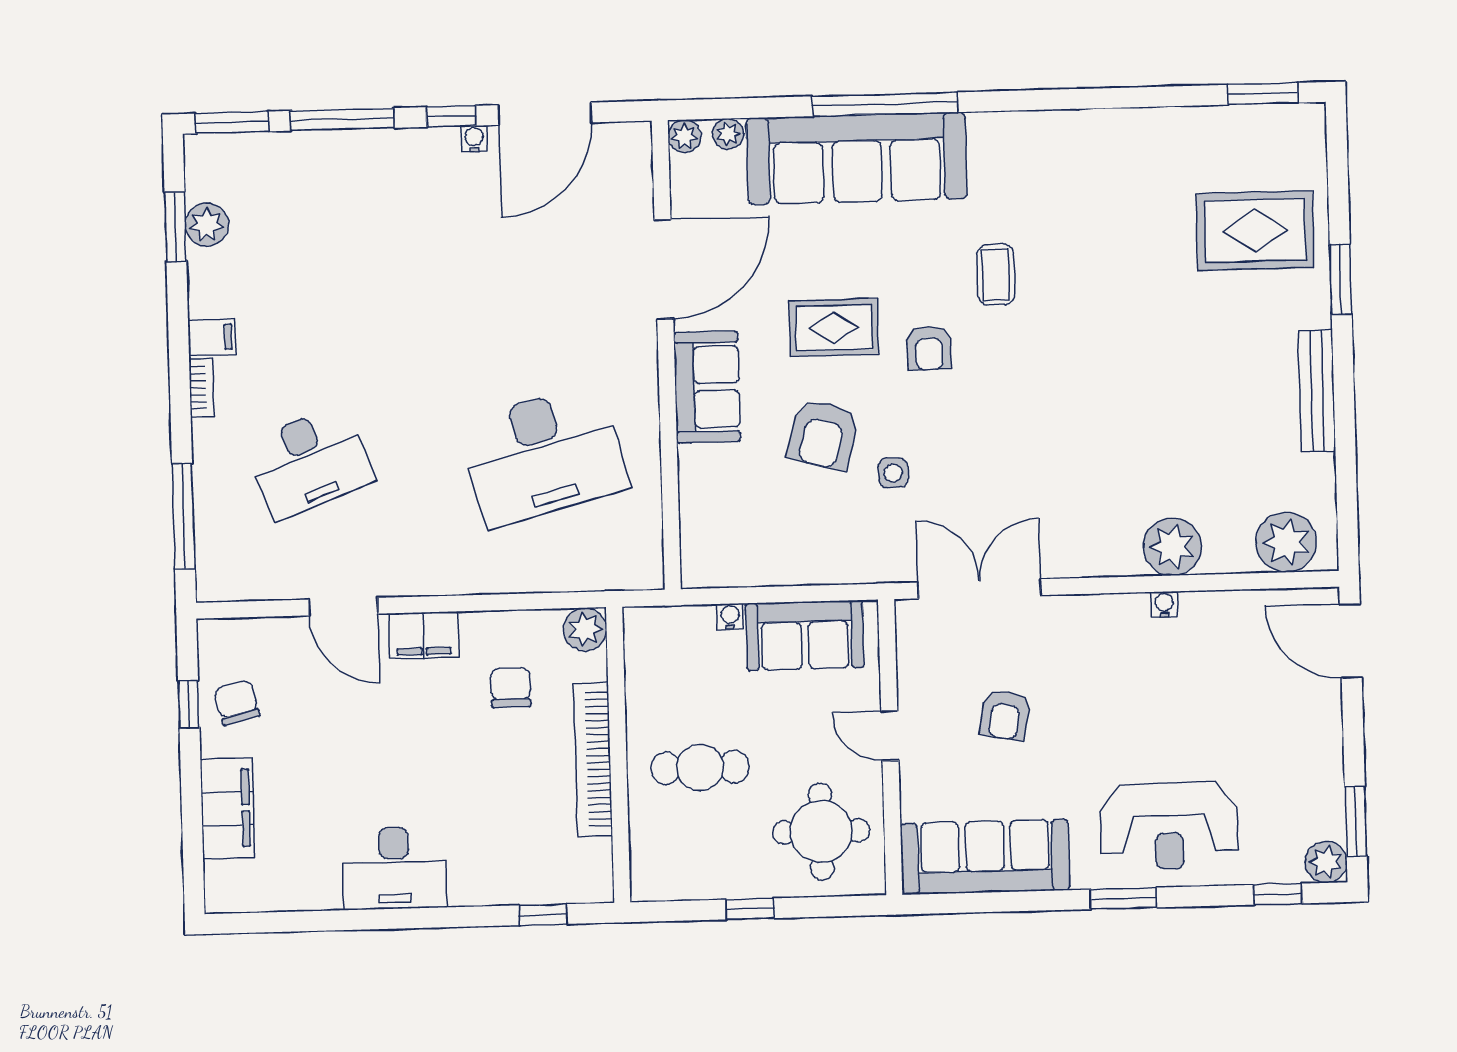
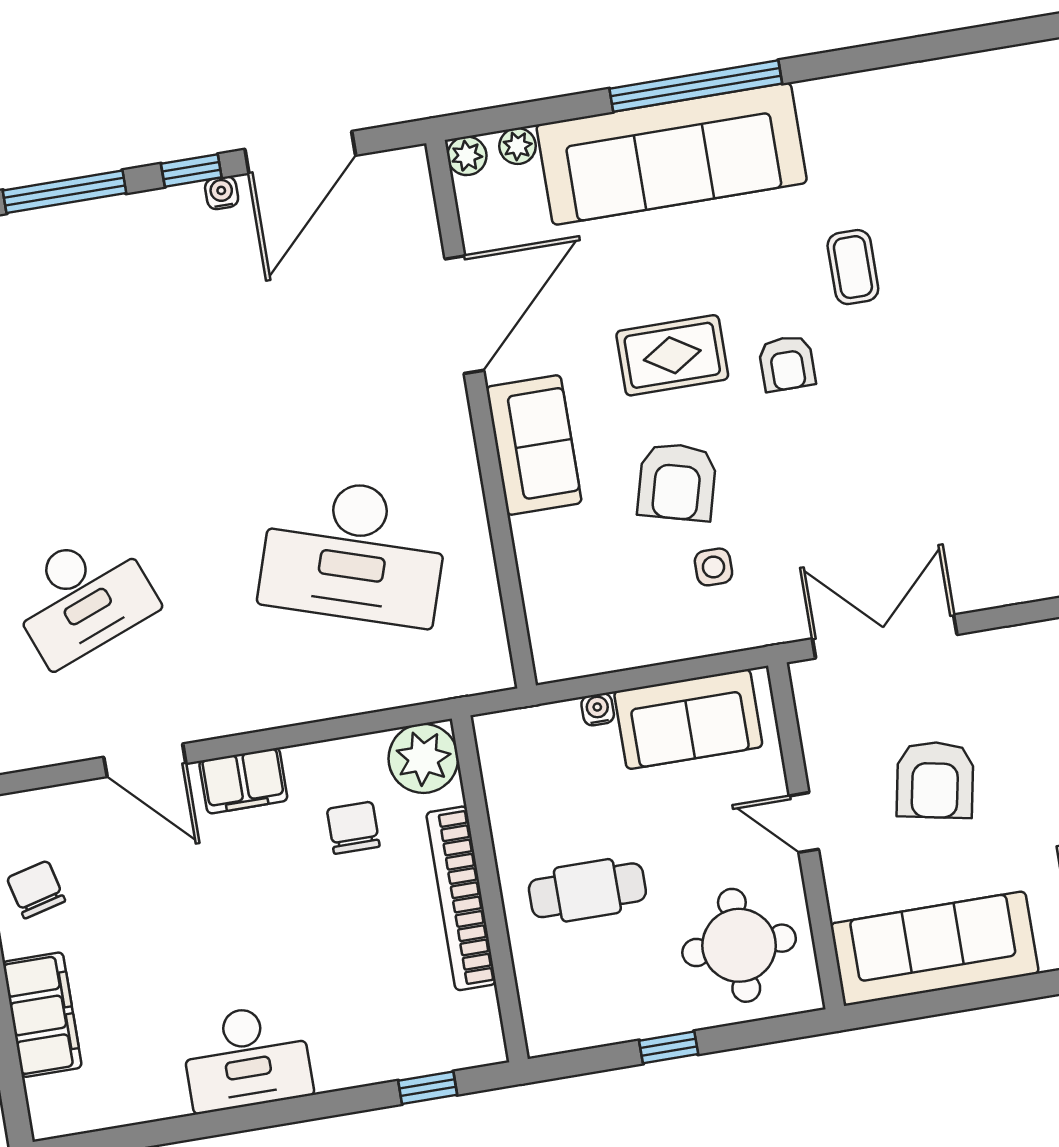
desk: (543, 455) -> (354, 551), turned 33
side table: (893, 473) -> (713, 567), moved
plant: (585, 629) -> (423, 758), width x1.36, depth x1.36
armchair: (1005, 715) -> (935, 780), width x1.38, depth x1.38

